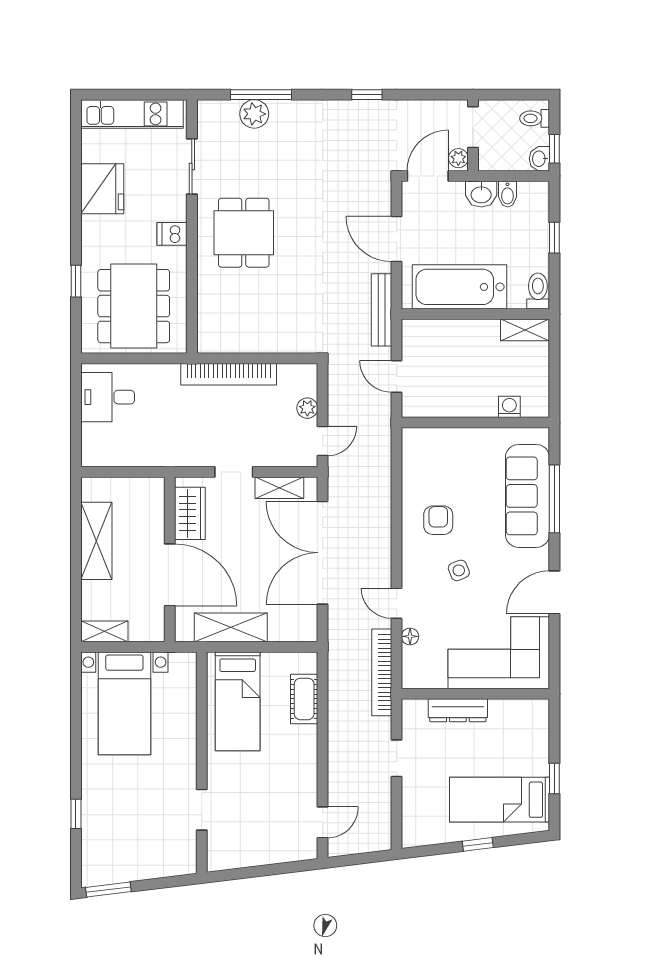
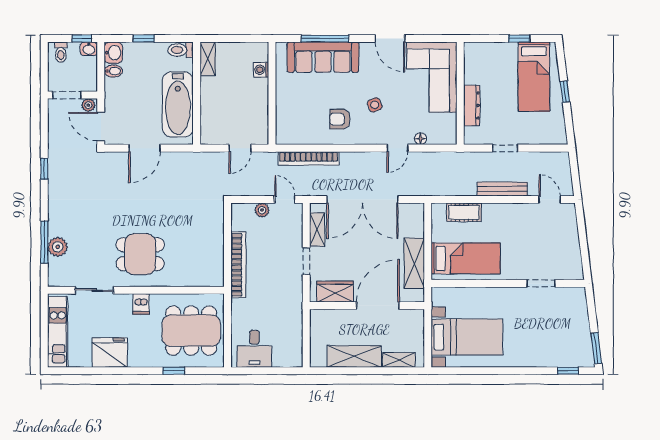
washbasin: (481, 194) -> (113, 53), moved
bench: (381, 310) -> (502, 189), moved
shelving: (104, 631) -> (399, 360), moved, turned 90
bookcase: (382, 672) -> (309, 158), moved
window: (76, 814) -> (568, 371), moved

